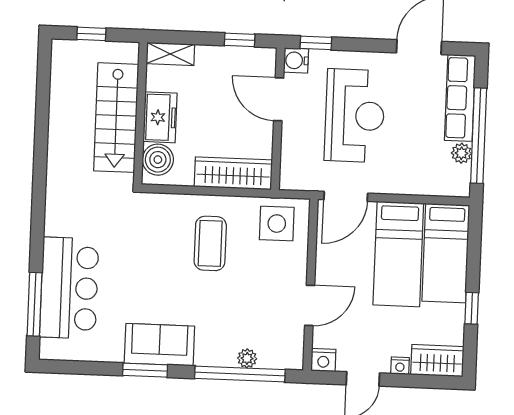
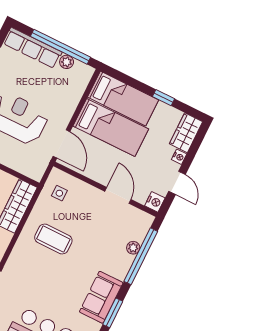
side table: (277, 224) -> (59, 193), width x0.54, depth x0.54

